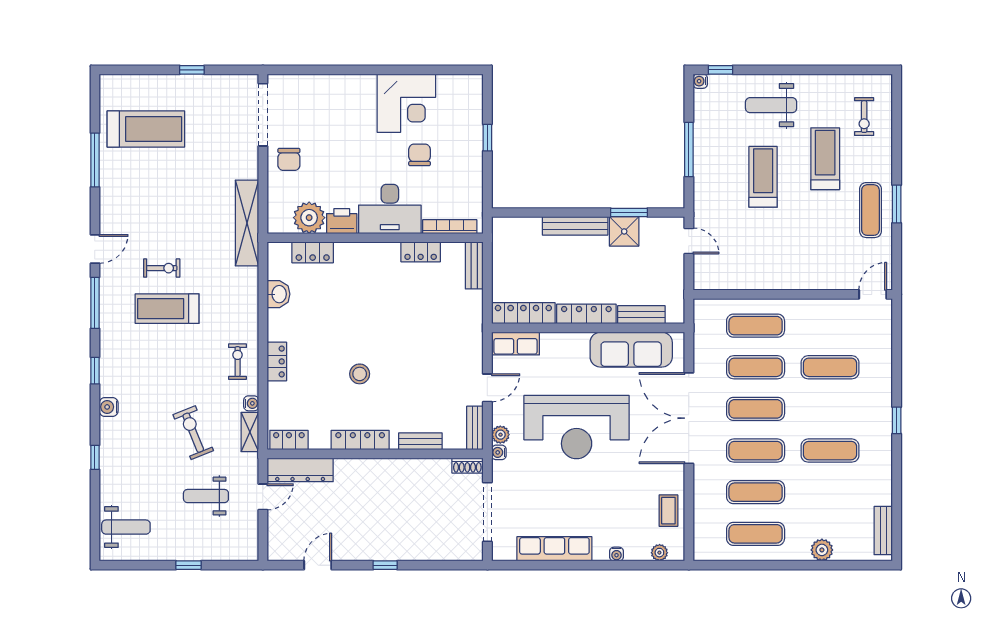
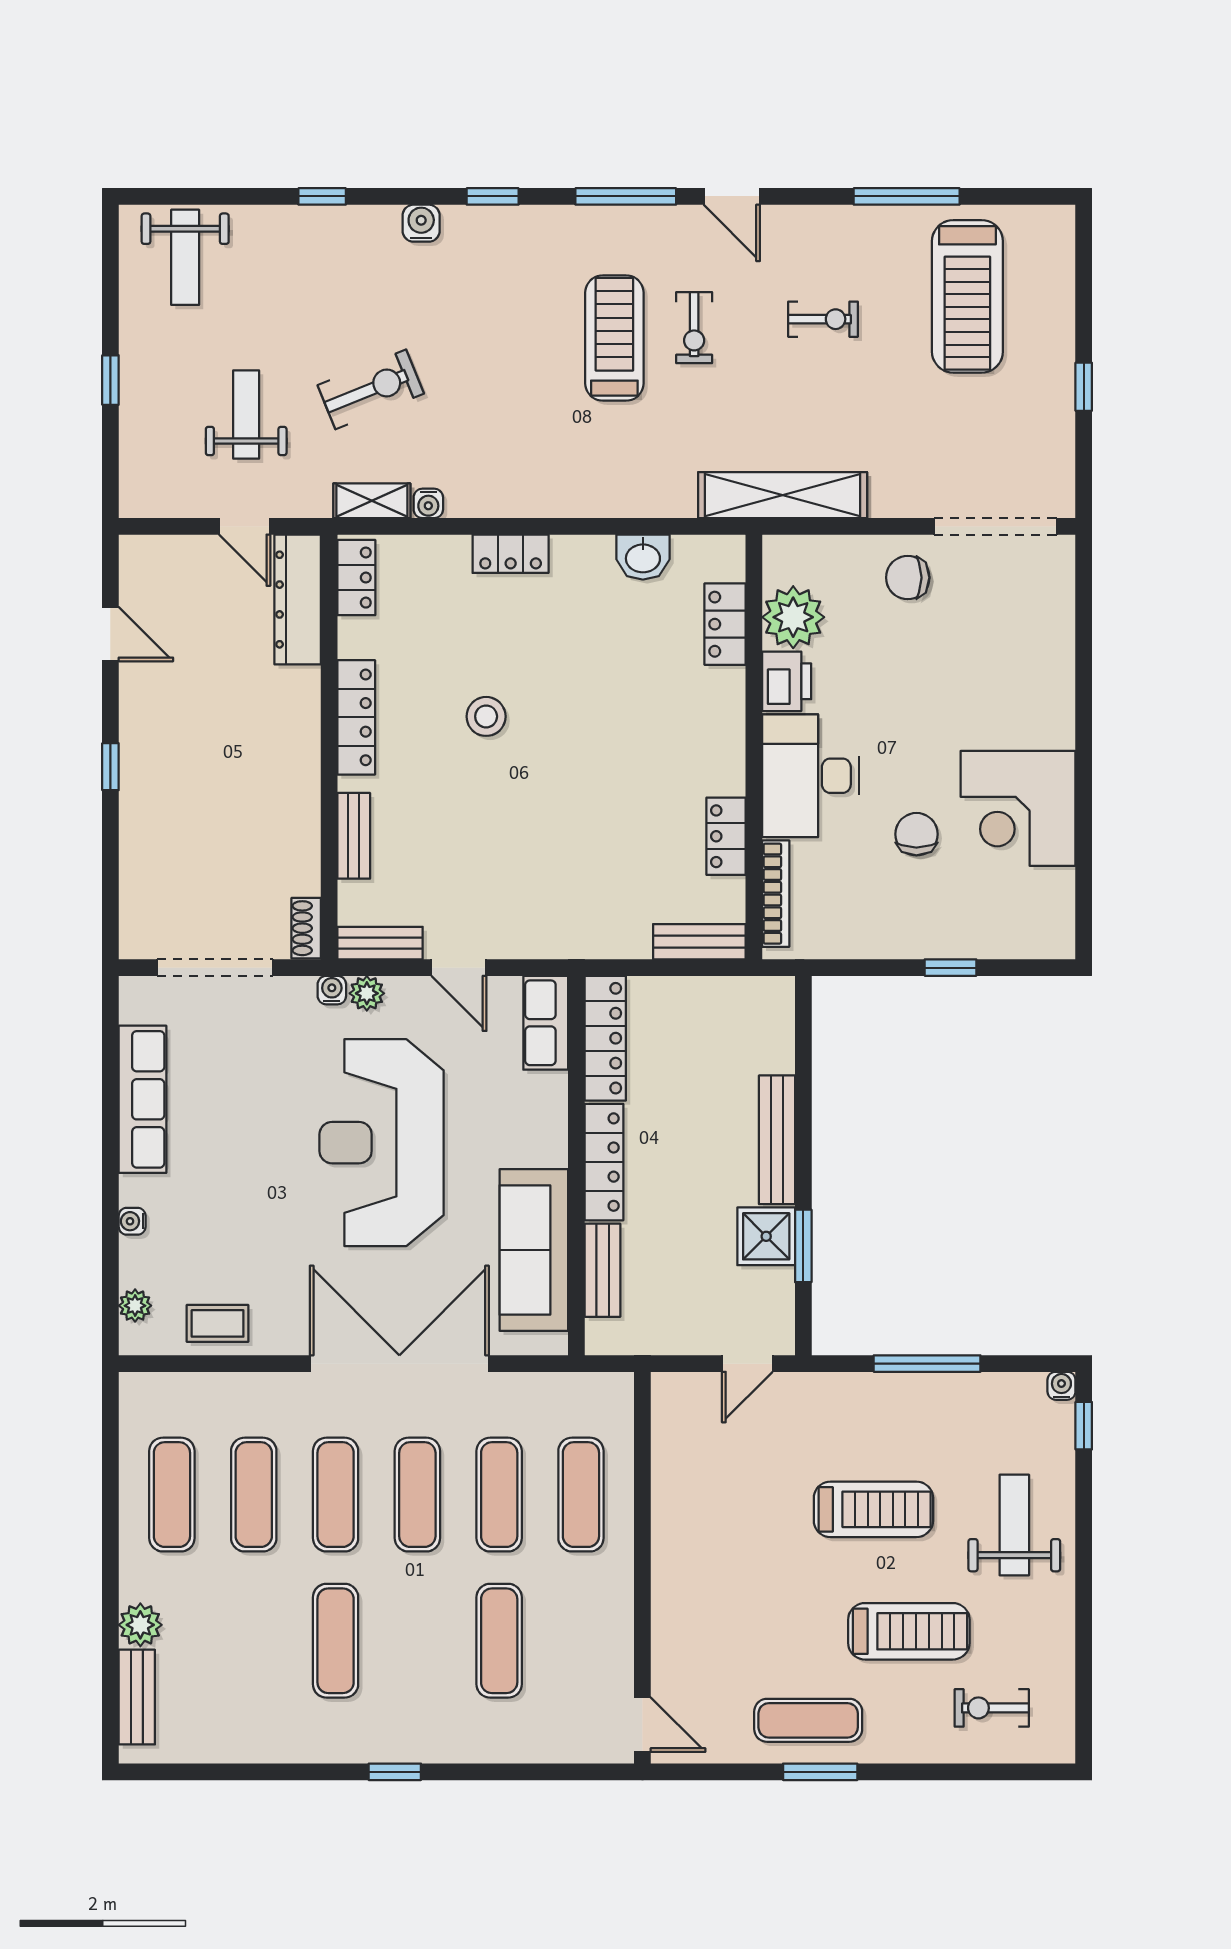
chair: (420, 155) -> (916, 834), turned -90
exercise bike: (238, 362) -> (823, 319), moved
bench: (883, 531) -> (137, 1697), moved, turned 90

